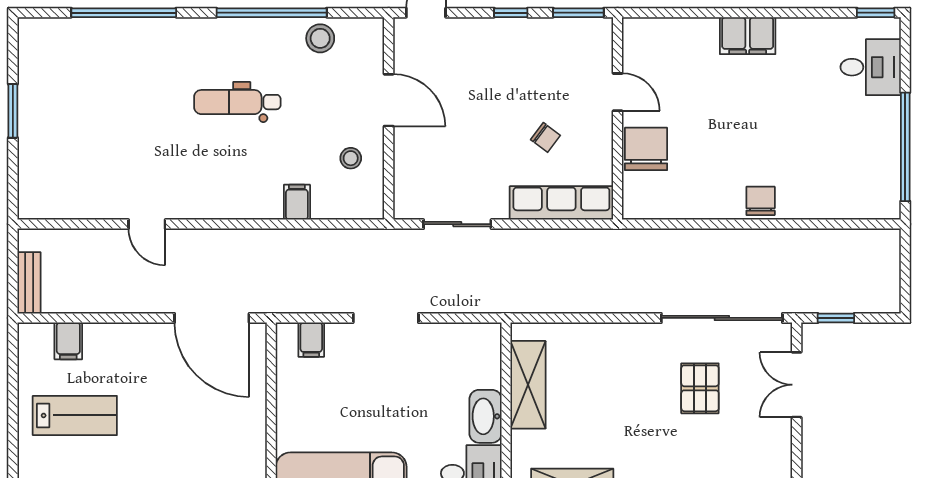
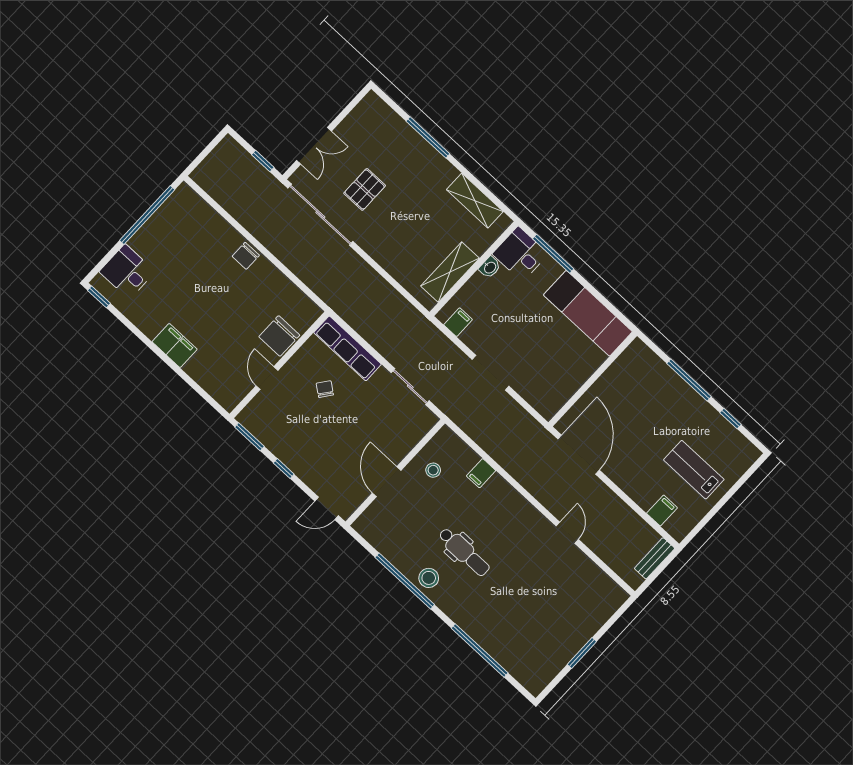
stool: (320, 38) -> (429, 578), moved
filing cabinet: (311, 340) -> (458, 322), moved
washbasin: (485, 416) -> (490, 267), width x0.52, depth x0.69

